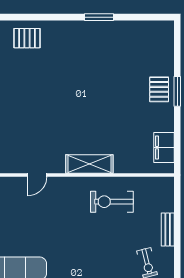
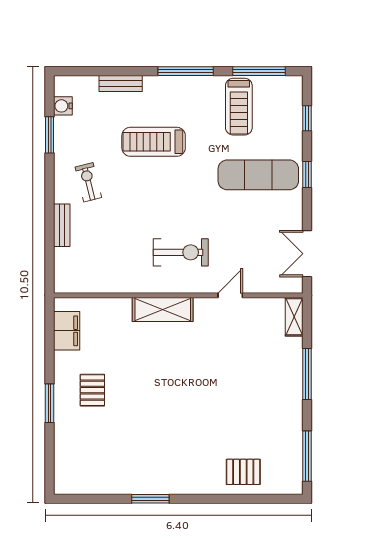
pallet: (159, 89) -> (92, 390), moved
exercise bike: (112, 202) -> (181, 252), moved

